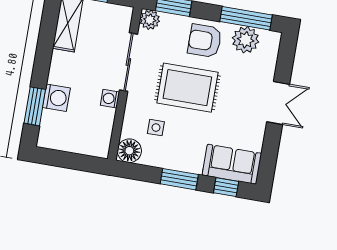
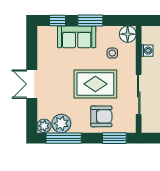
plant: (150, 20) -> (44, 126), moved
armchair: (205, 41) -> (101, 116), moved
washing machine: (110, 99) -> (147, 51), moved
sofa: (232, 164) -> (77, 37), moved

